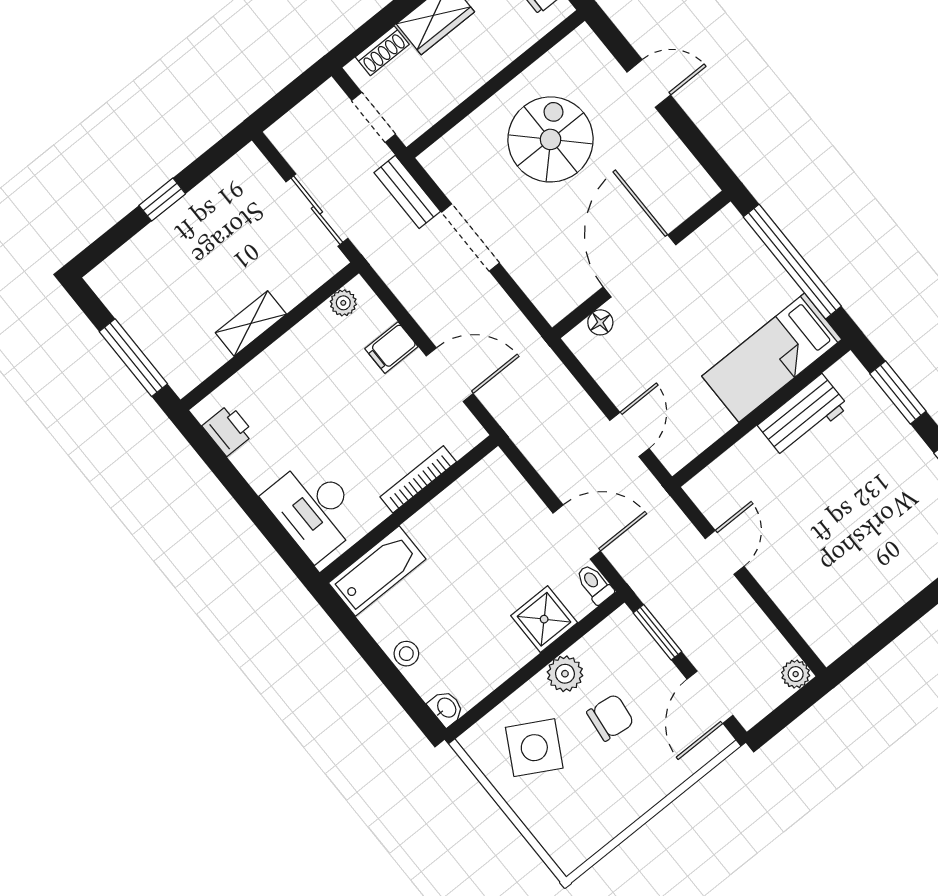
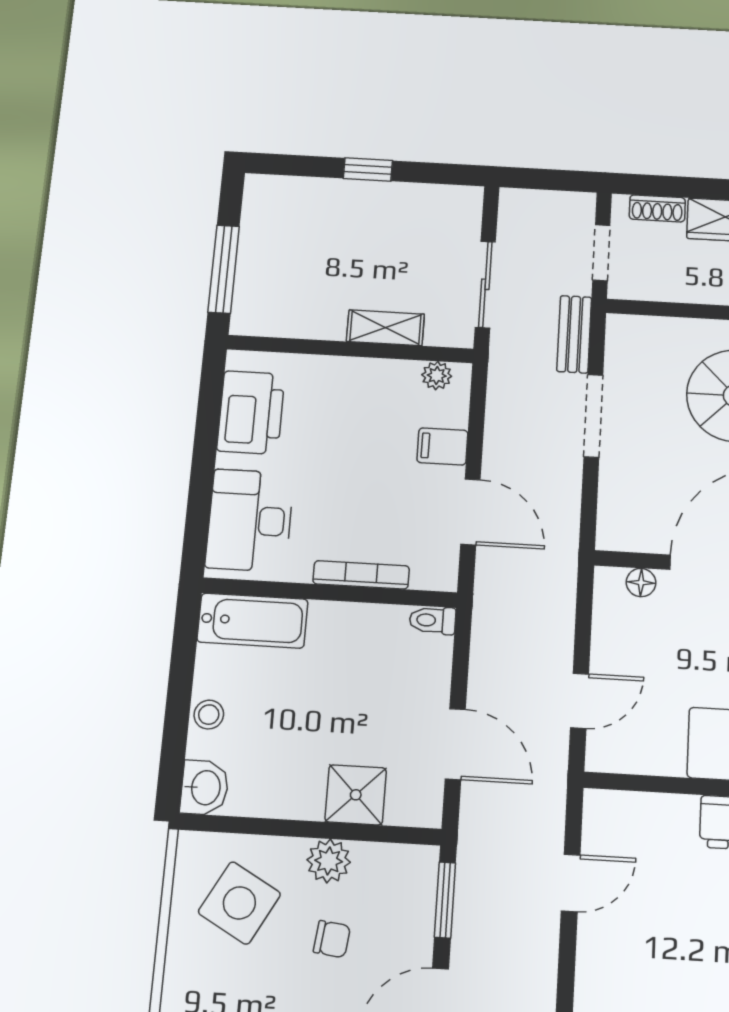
shelving: (251, 323) -> (385, 328), moved
printer: (228, 430) -> (251, 412), width x1.87, depth x1.48
toilet: (595, 584) -> (433, 620), moved, turned -90
washbasin: (446, 708) -> (205, 788), width x1.38, depth x1.45
chair: (610, 718) -> (332, 939), width x0.73, depth x0.73

